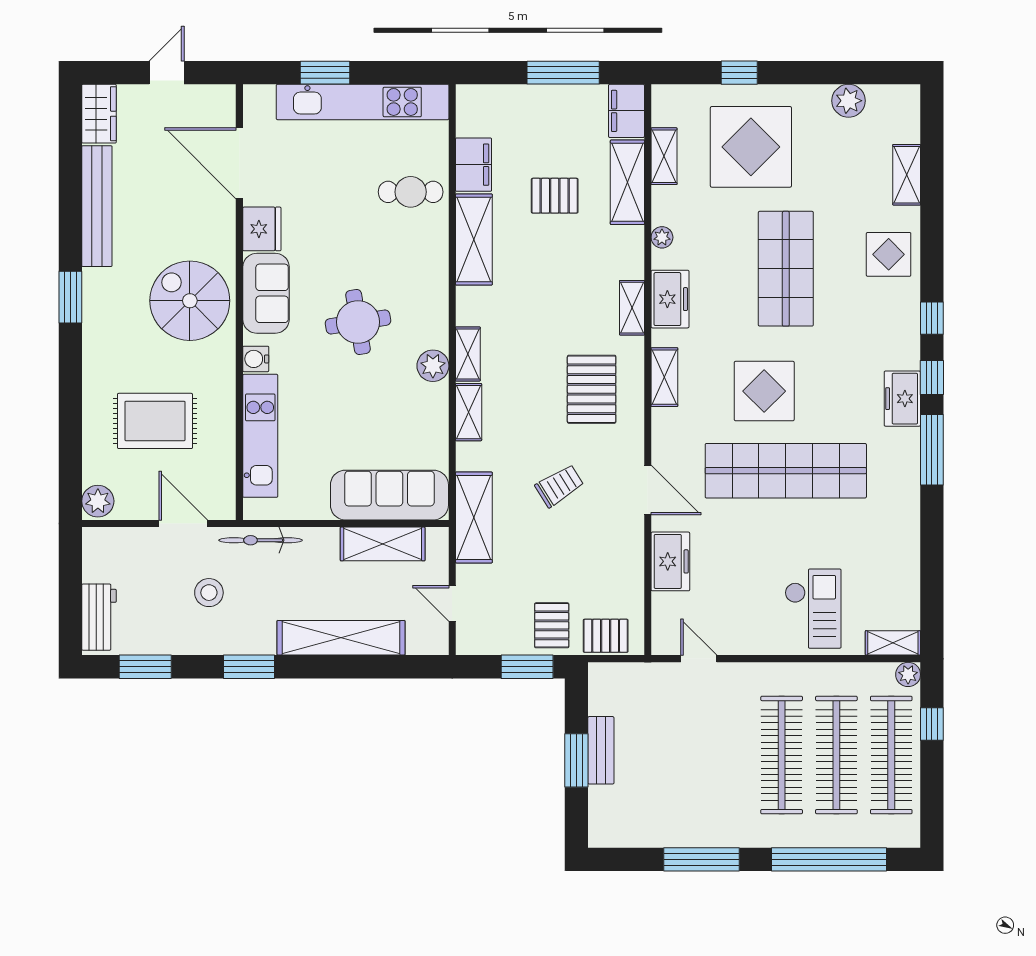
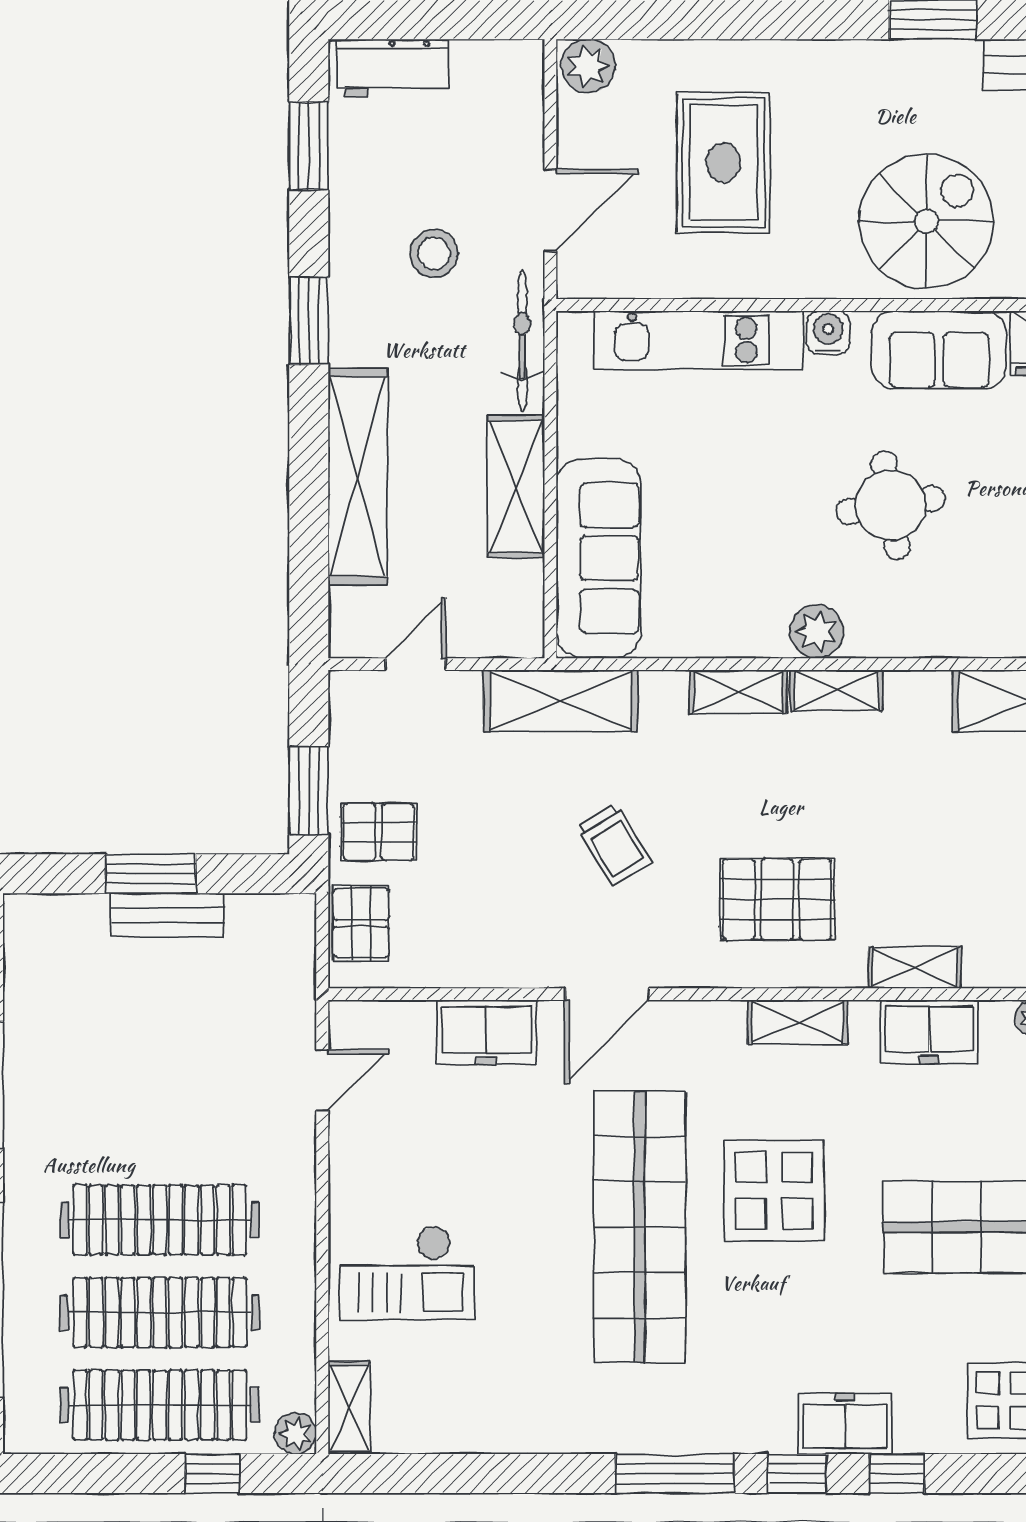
freezer: (902, 399) -> (845, 1424), moved
shelving: (383, 544) -> (516, 486), moved

